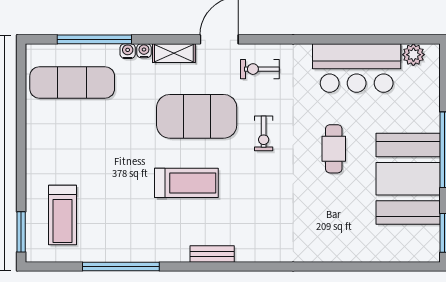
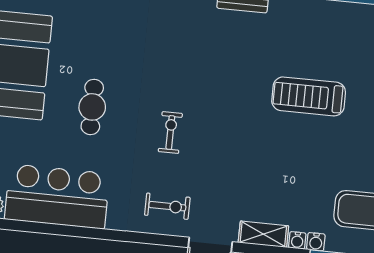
exercise mat: (197, 116) -> (245, 160), removed
treadmill: (186, 183) -> (309, 96), moved

